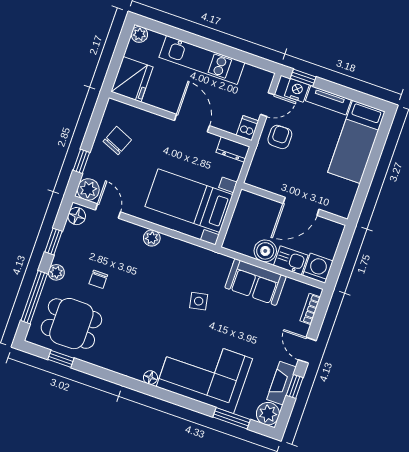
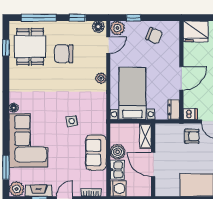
shelving: (257, 203) -> (146, 136), added
plant: (56, 272) -> (59, 26), removed
chair: (98, 279) -> (64, 54), width x1.87, depth x1.87

